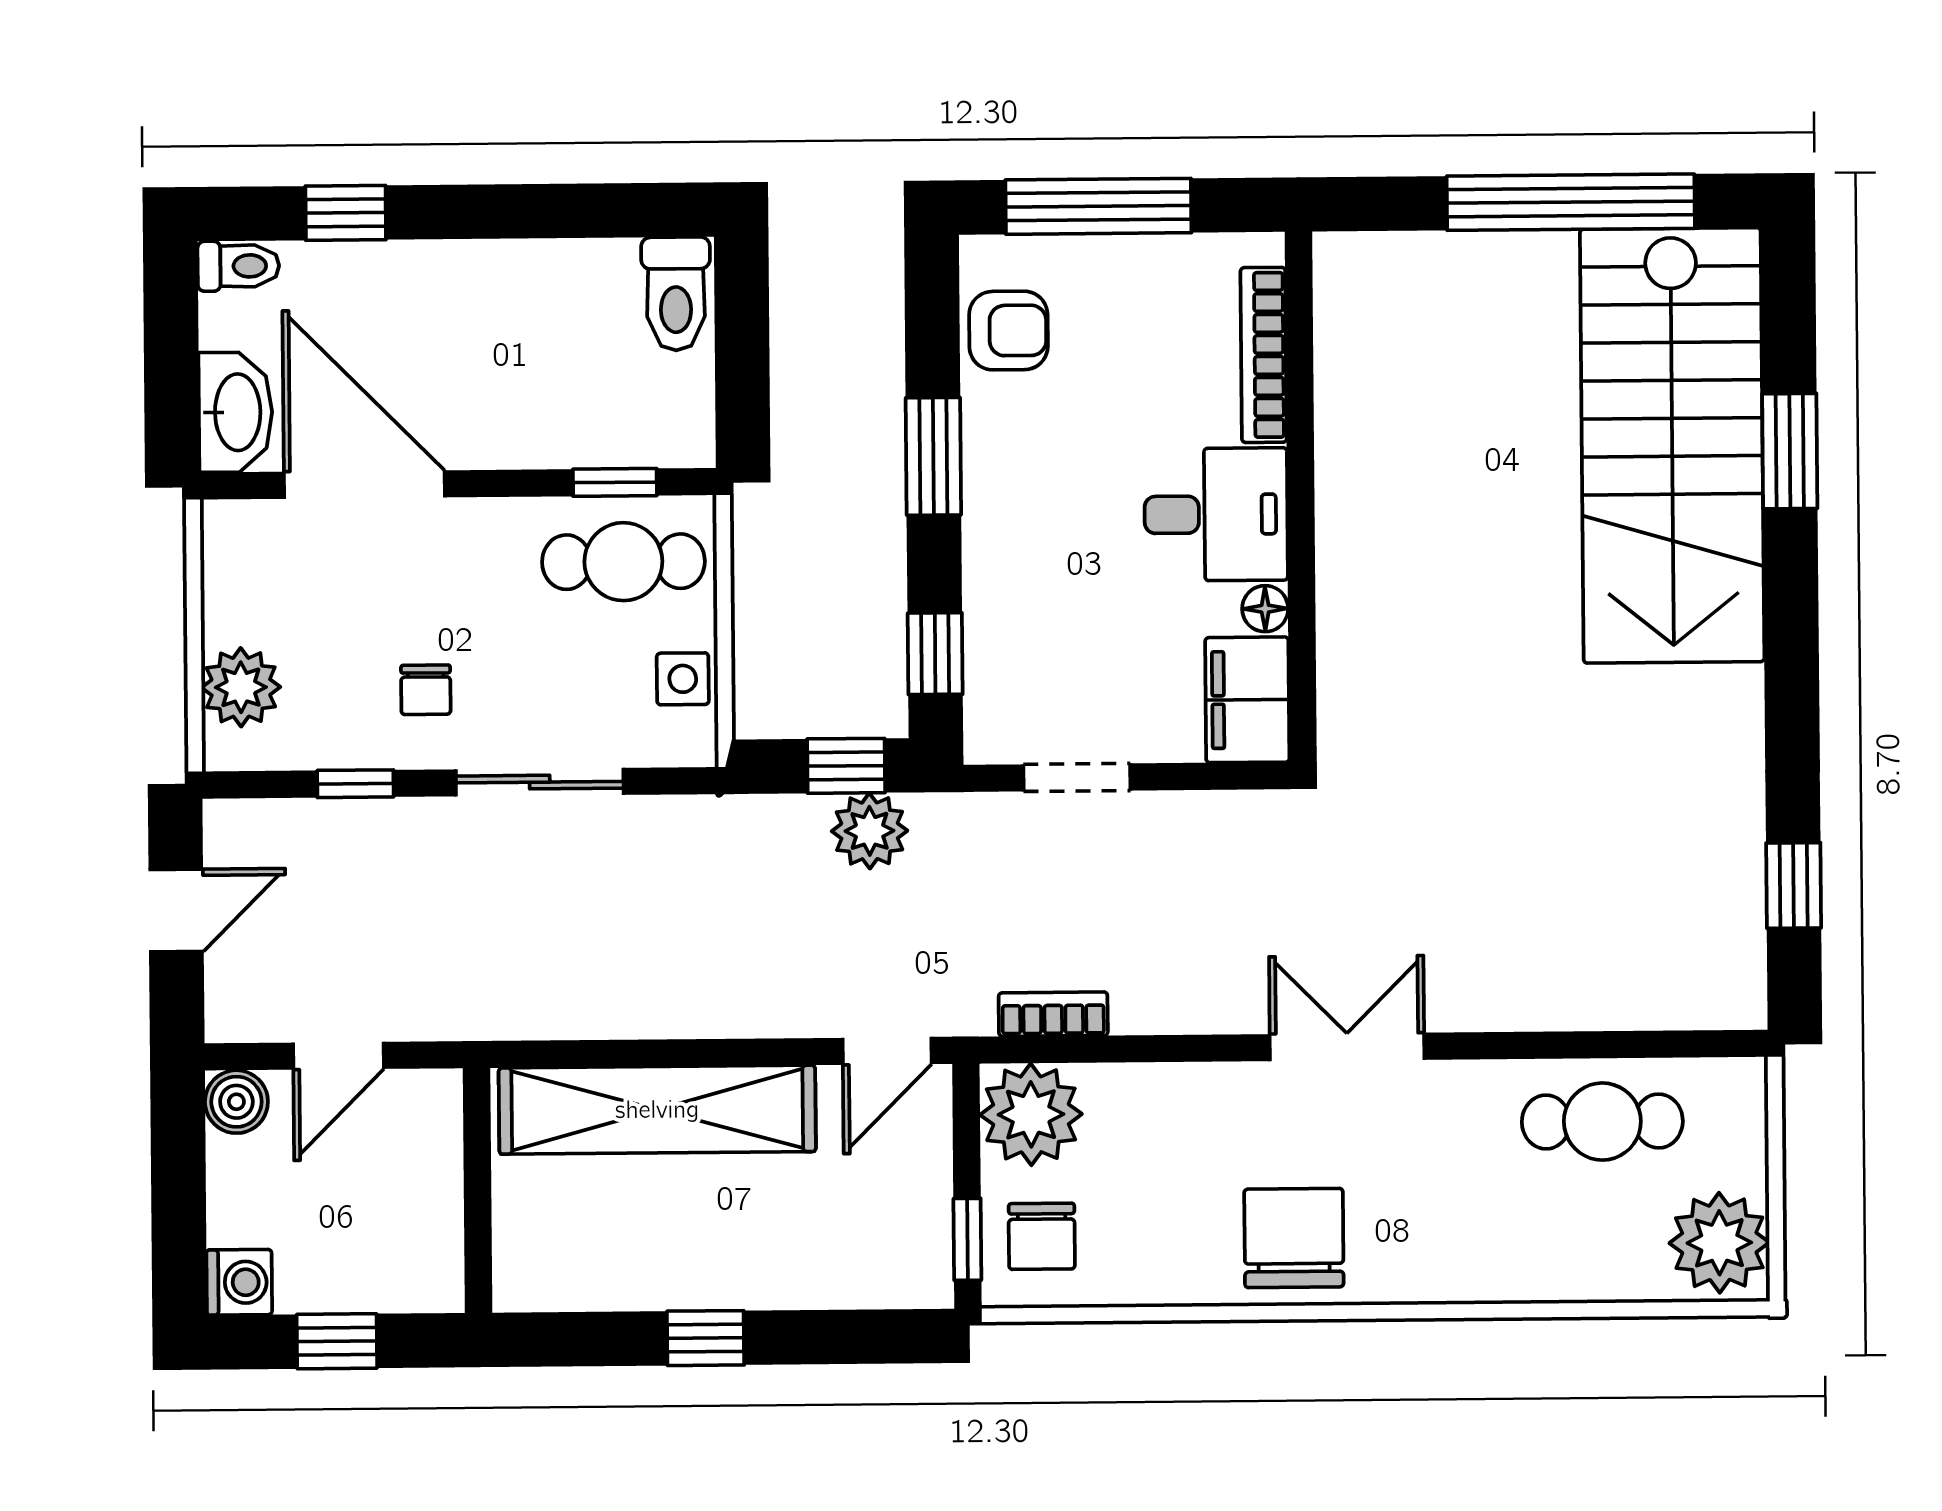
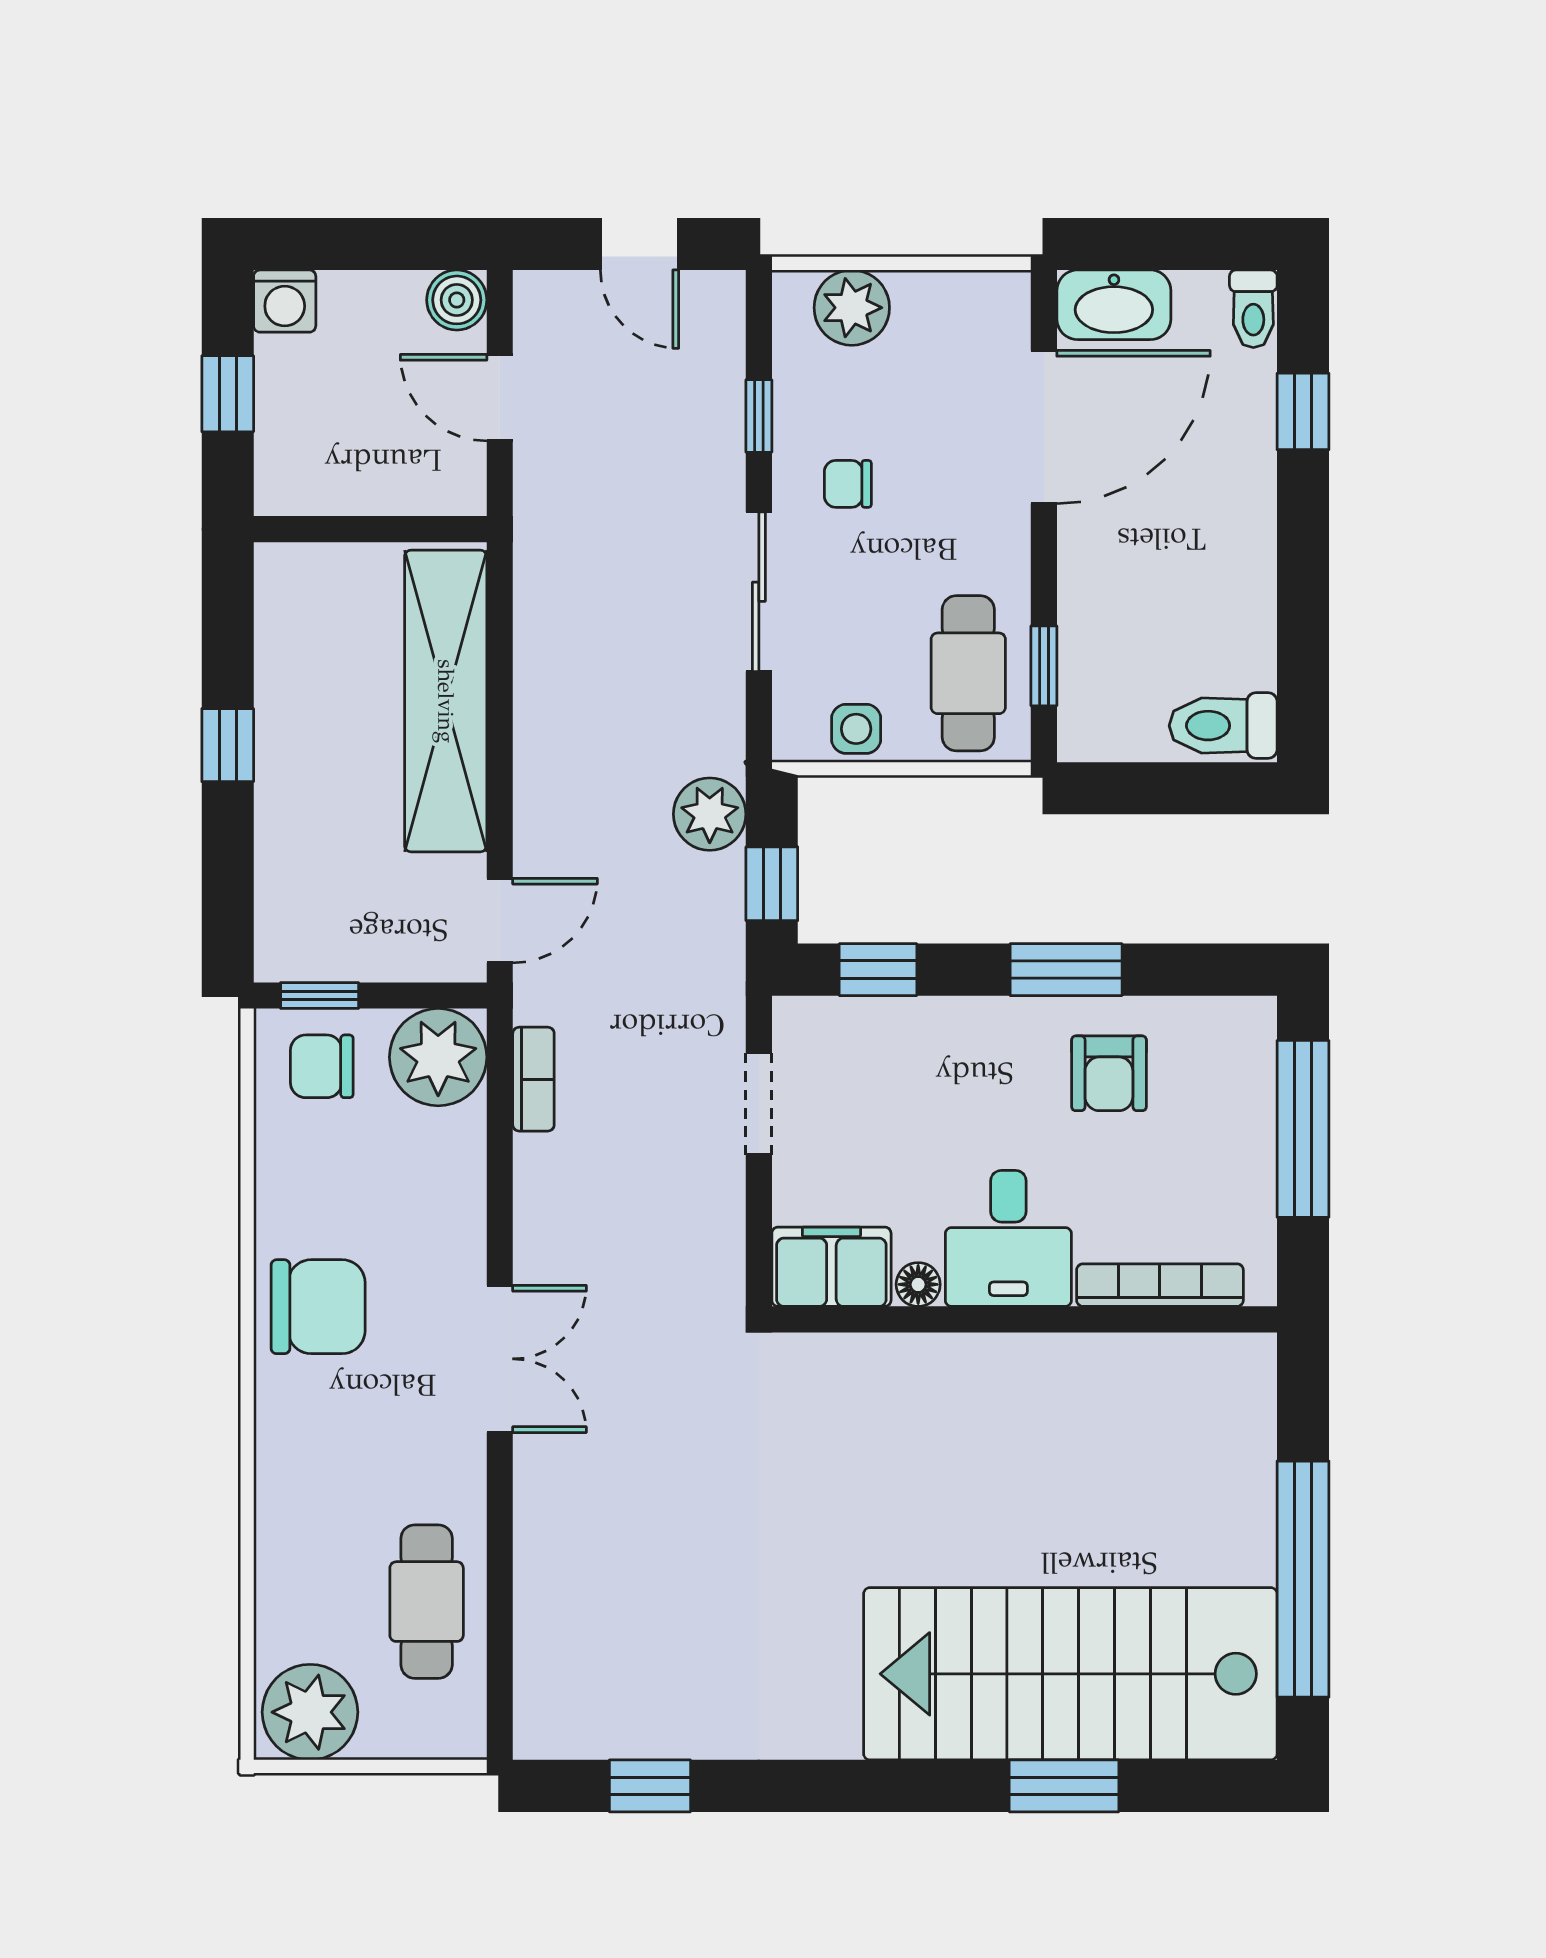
armchair: (1008, 331) -> (1109, 1073), moved
plant: (870, 831) -> (710, 814), moved
door: (887, 1051) -> (500, 921), swing flipped

